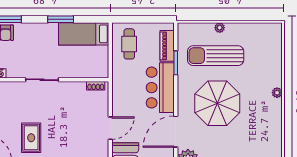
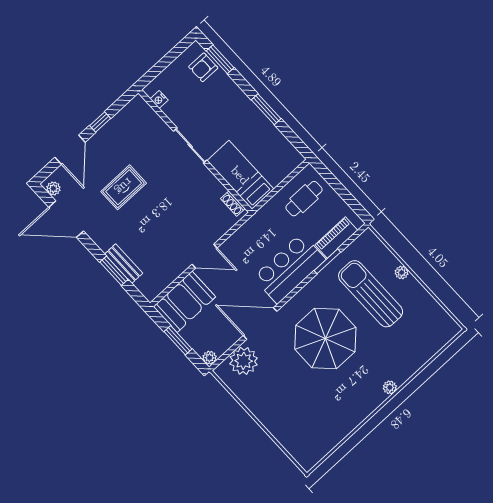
bed: (84, 34) -> (240, 175), moved

